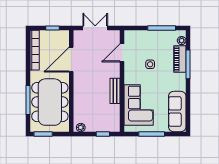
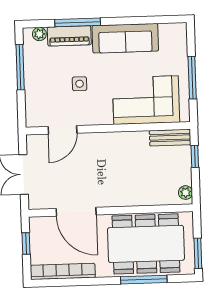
door: (122, 53) -> (62, 130), hinge flipped
bench: (115, 91) -> (170, 138), moved
sofa: (177, 112) -> (125, 38), moved

